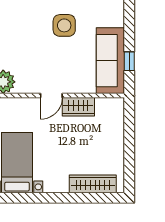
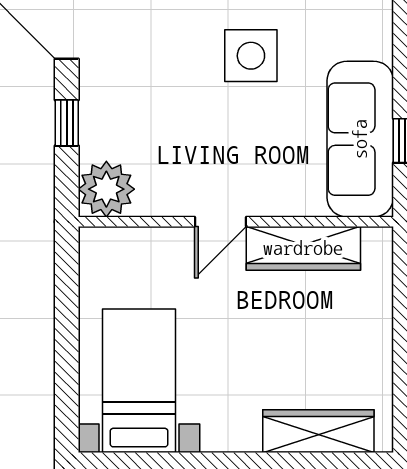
wardrobe: (78, 107) -> (303, 248), width x1.50

